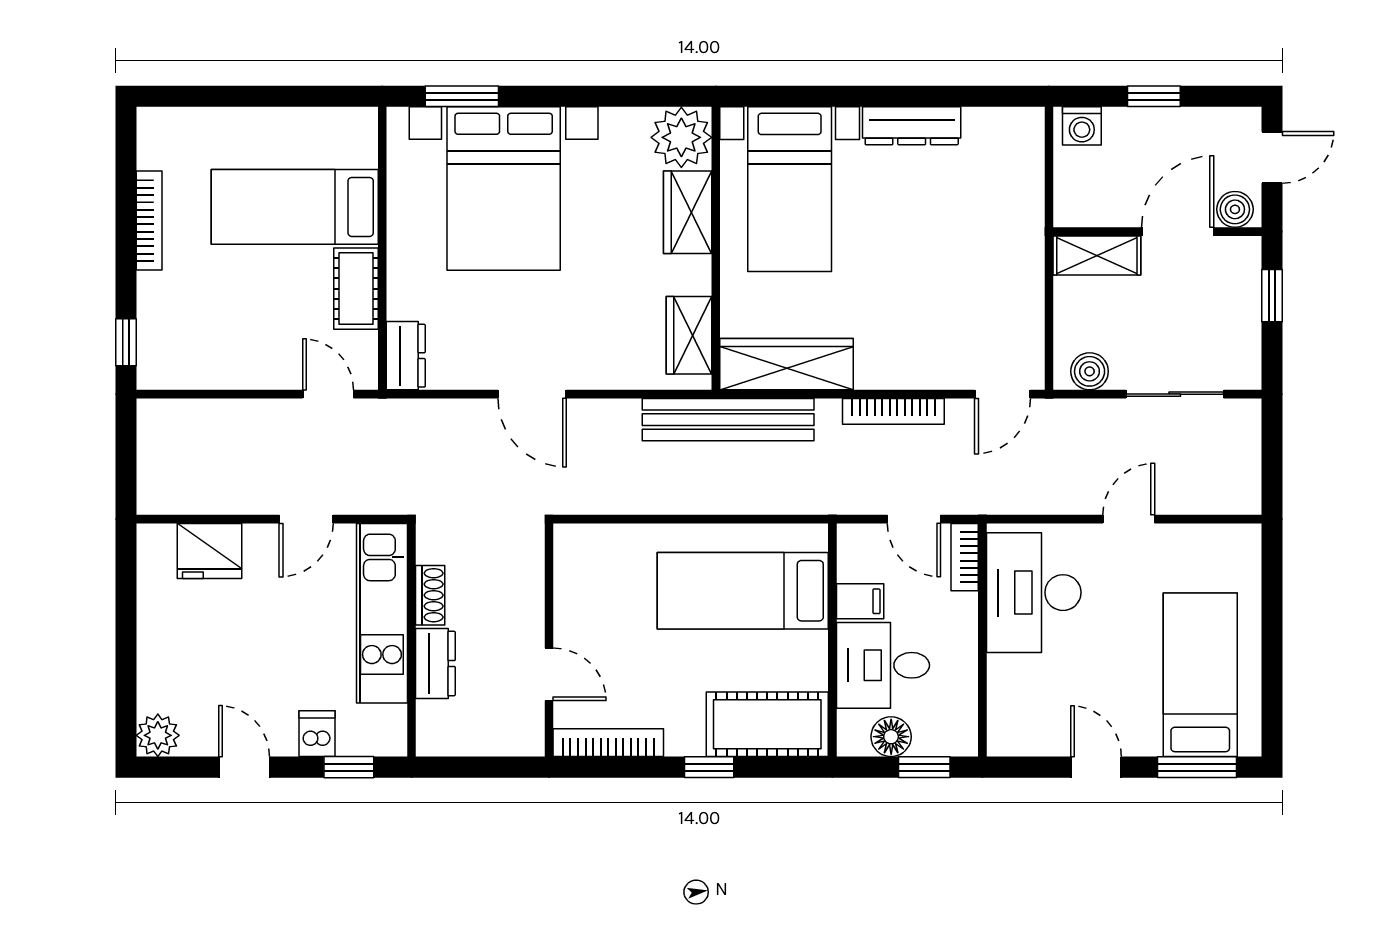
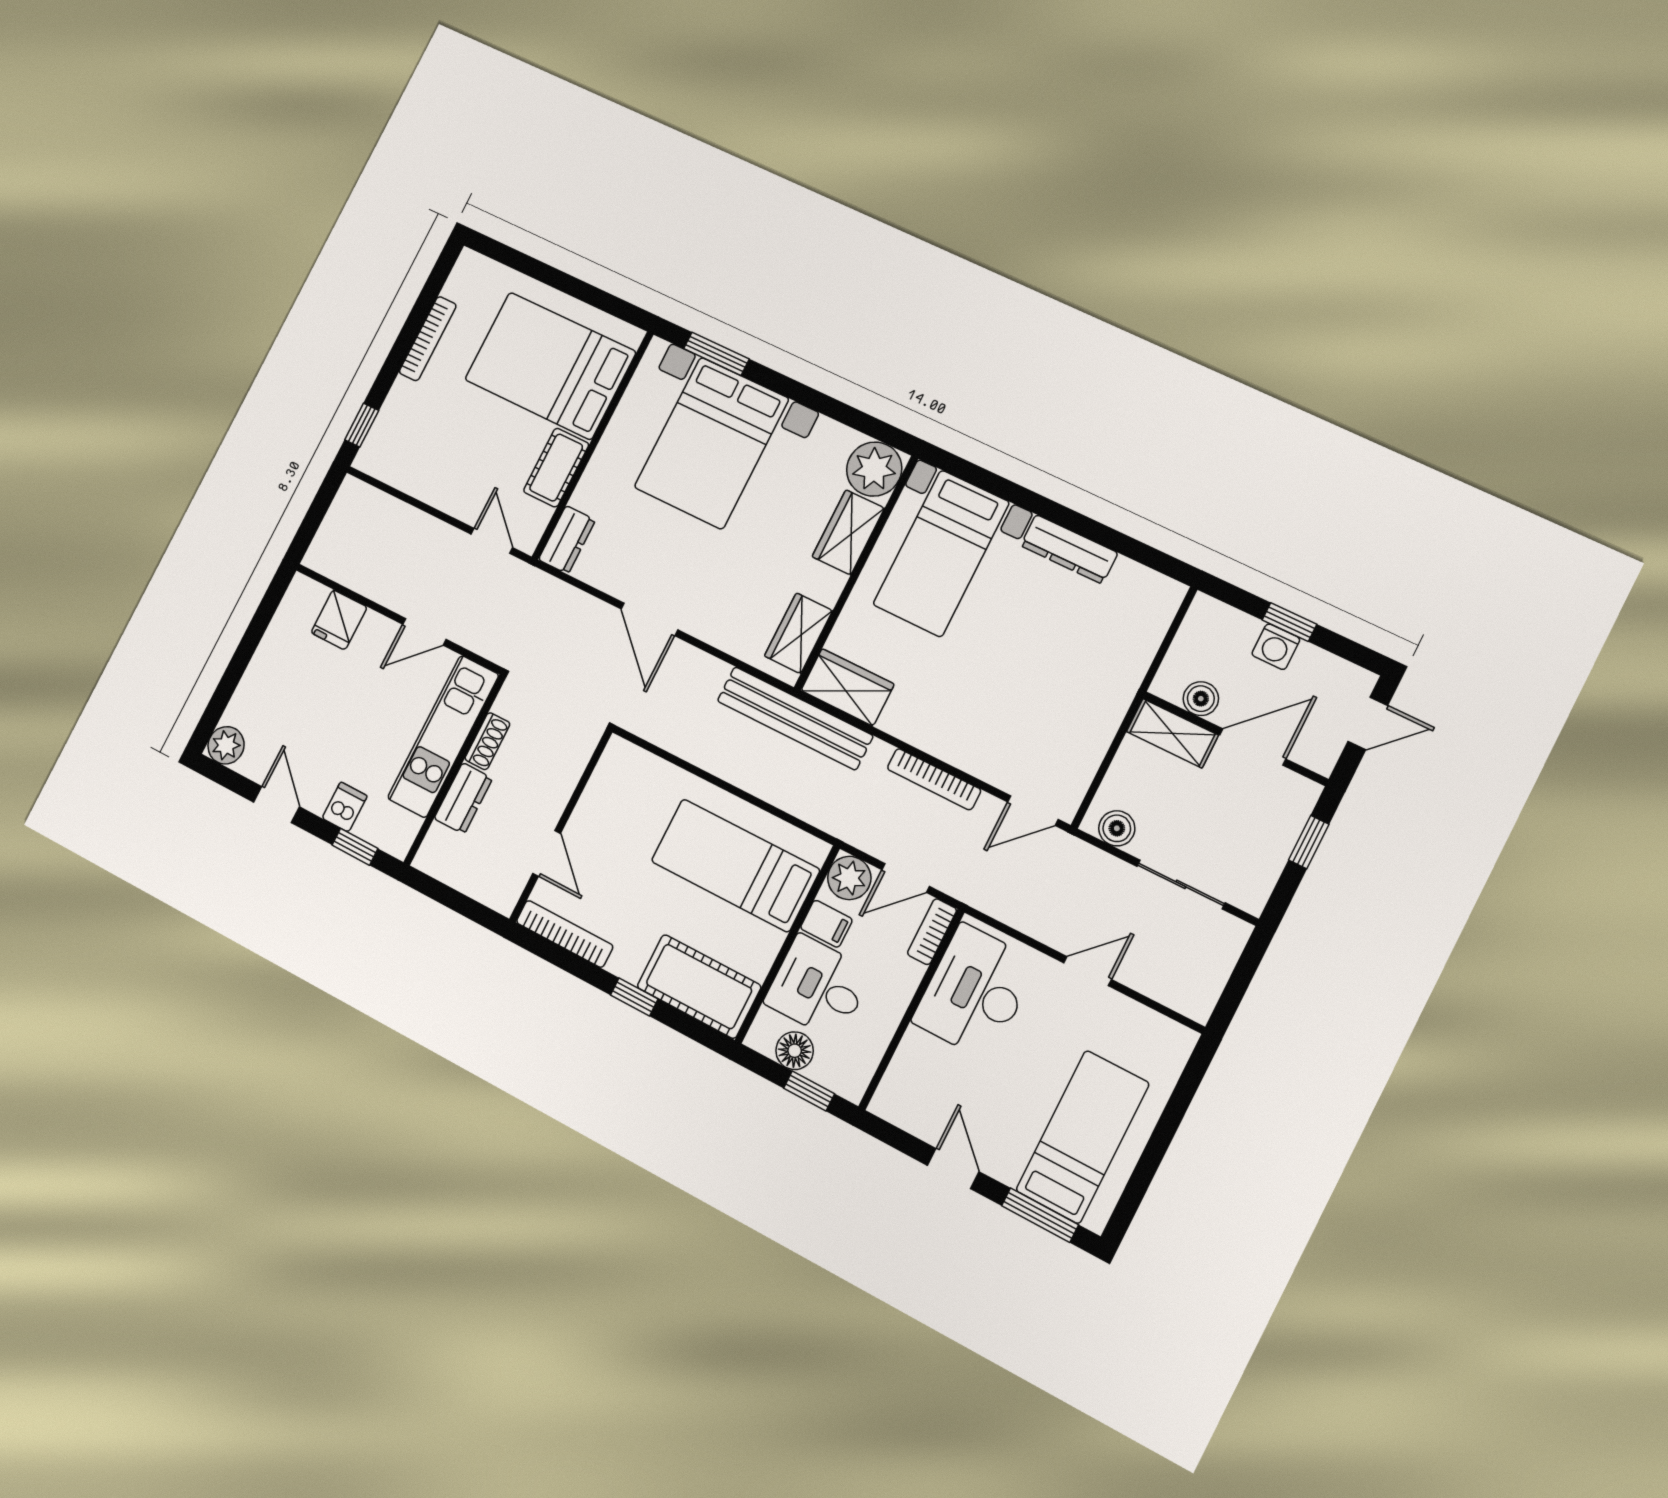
washing machine: (1082, 126) -> (1276, 647), moved
bed: (295, 207) -> (550, 366), width x1.50
boiler: (1235, 209) -> (1201, 699), moved
wardrobe: (786, 364) -> (847, 687), width x0.67
door: (914, 519) -> (906, 878), hinge flipped
plant: (860, 547) -> (849, 878), added
fridge: (209, 551) -> (339, 620), width x0.72

